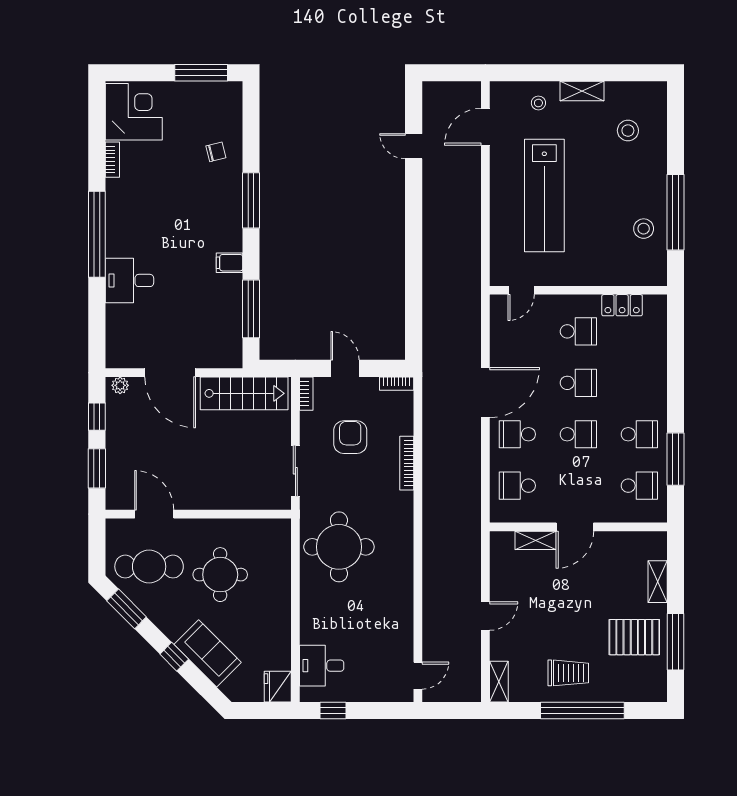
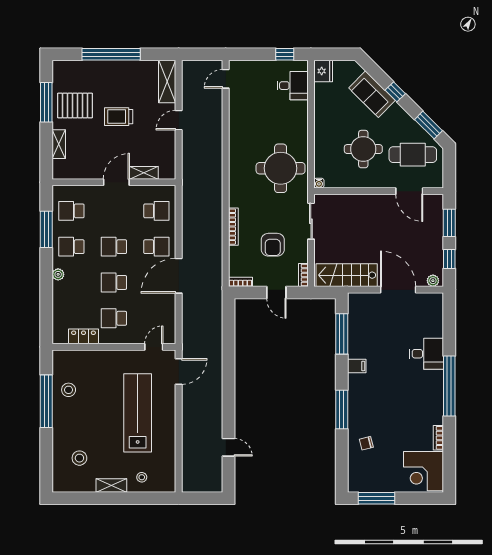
door: (485, 127) -> (179, 372), moved
plant: (659, 394) -> (58, 274), added
water cooler: (284, 526) -> (319, 183), added
trolley: (568, 673) -> (119, 117), moved
shelving: (499, 682) -> (167, 82), width x1.50, depth x1.33

